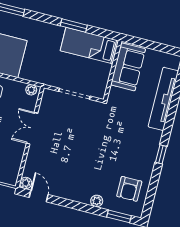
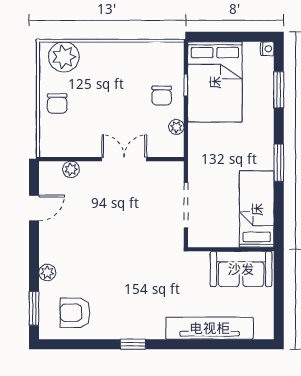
window: (74, 25) -> (279, 163), moved
plant: (31, 90) -> (176, 127), moved
plant: (26, 183) -> (71, 169), moved
door: (39, 196) -> (34, 208), moved

